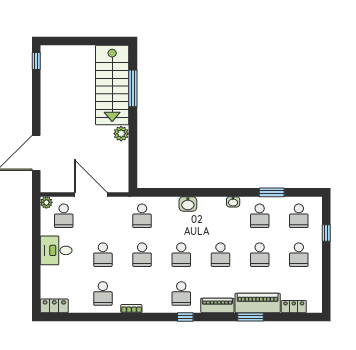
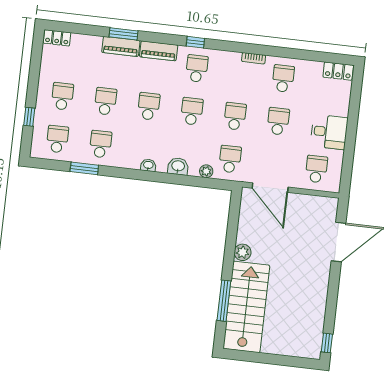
door: (91, 194) -> (270, 188), moved
plant: (46, 202) -> (206, 171), moved
washbasin: (233, 202) -> (148, 165), moved
piano: (258, 303) -> (121, 46), width x0.73, depth x0.75
locker: (294, 307) -> (57, 38), moved

